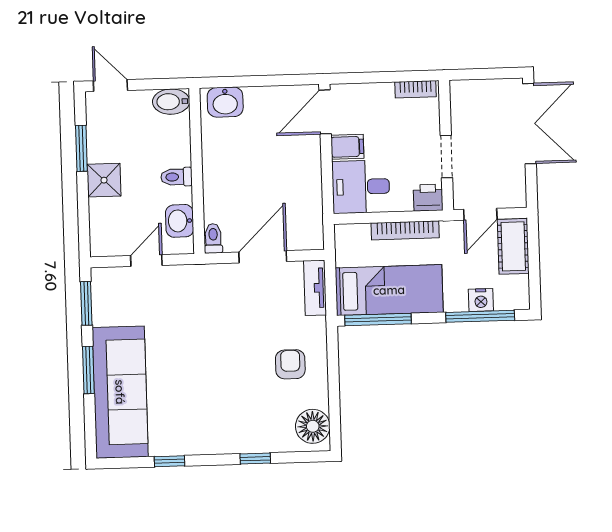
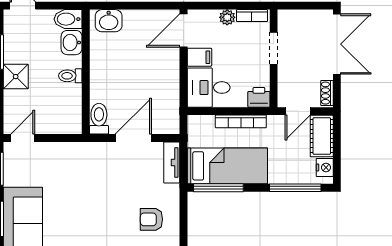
plant: (383, 93) -> (227, 17), added
doorway: (446, 156) -> (274, 48), moved
shoe rack: (518, 189) -> (327, 93), added
washbasin: (180, 221) -> (72, 43), moved
toilet: (213, 238) -> (99, 119), width x1.37, depth x1.39
door: (146, 260) -> (23, 138), moved
nightstand: (481, 300) -> (325, 167), moved, turned -90
armchair: (290, 364) -> (151, 219), turned -90

